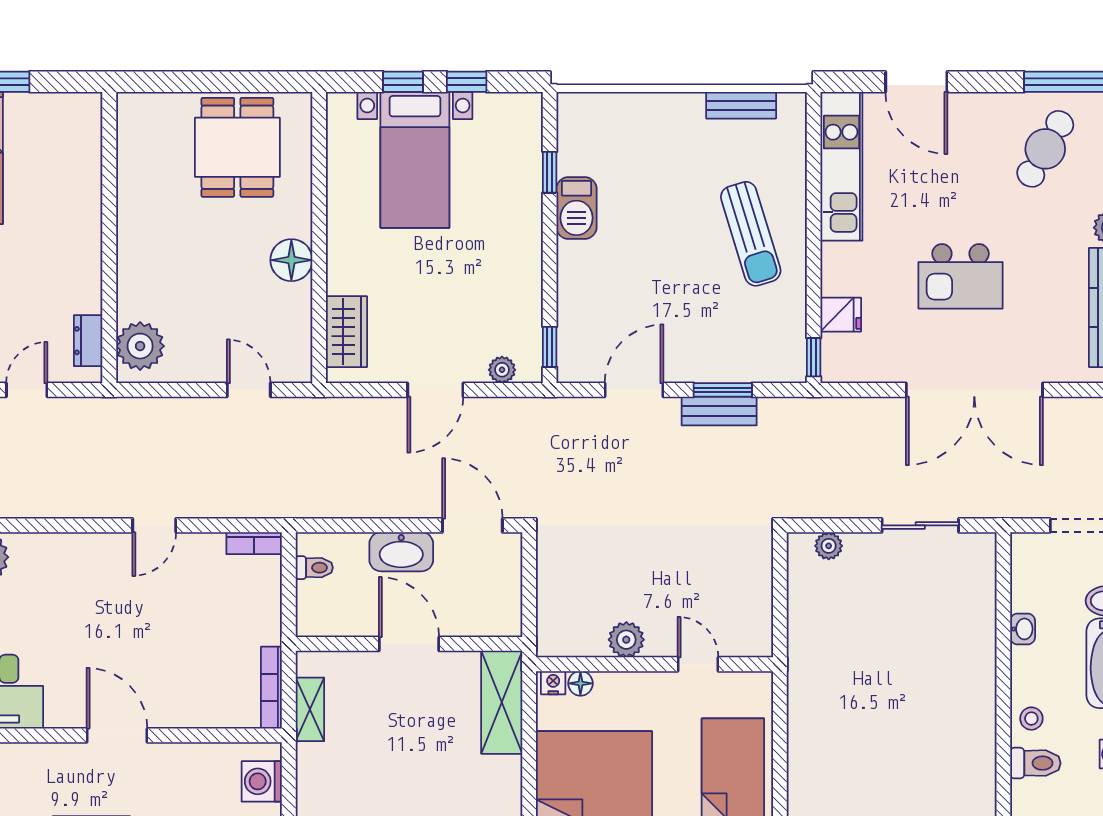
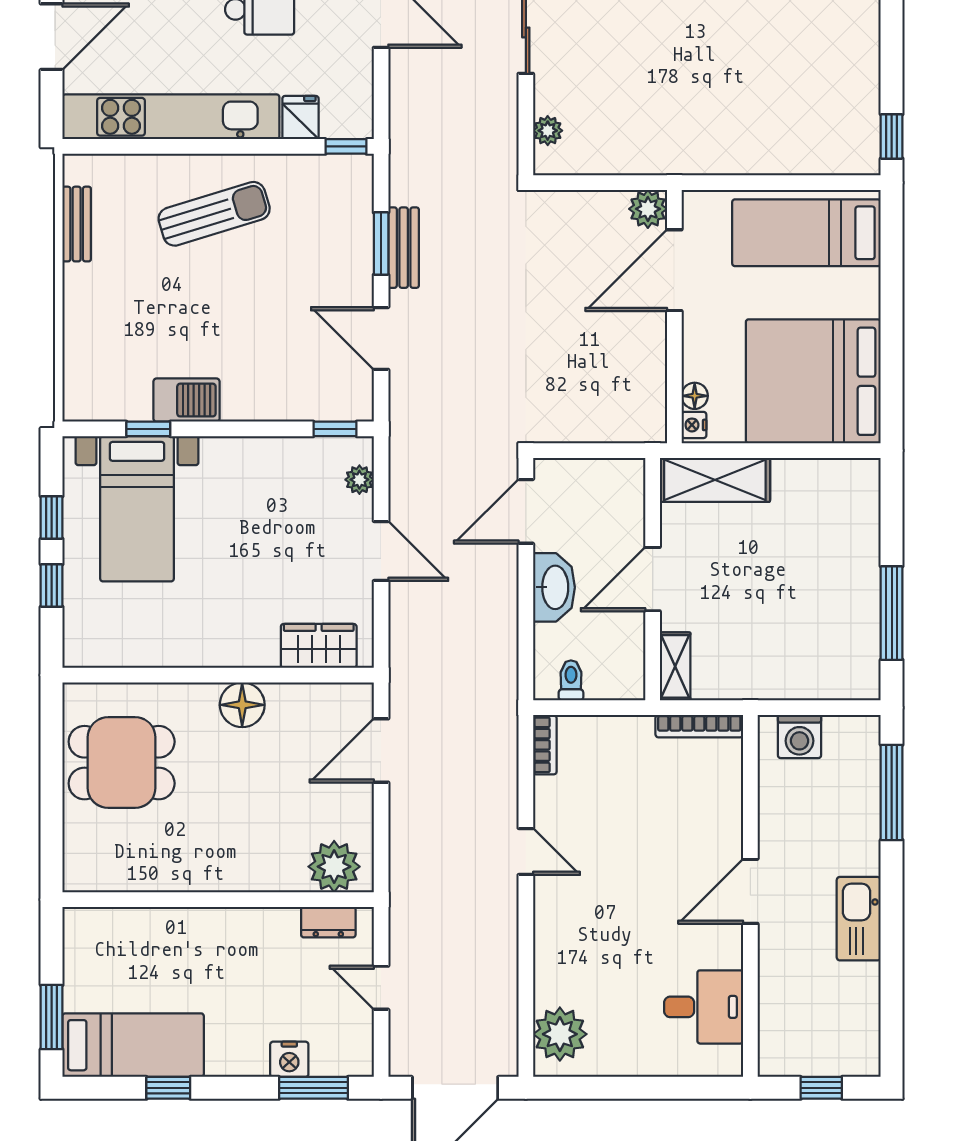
bed with nightstands: (415, 160) -> (137, 509), moved, turned 90
kitchen unit: (841, 166) -> (171, 117), width x1.36
door: (249, 390) -> (381, 750), width x1.38
plant: (626, 640) -> (648, 209), moved
door: (698, 664) -> (674, 270), width x1.88
shelving: (310, 709) -> (675, 666), moved, turned 90

